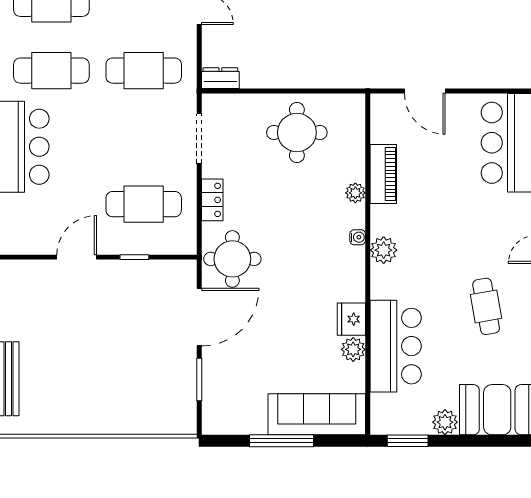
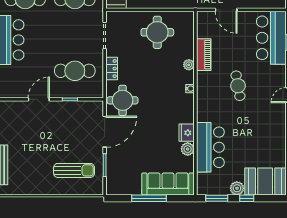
plant: (384, 250) -> (204, 96), removed
cafe table: (486, 306) -> (238, 86), moved
sun lounger: (142, 389) -> (74, 170), added
window: (463, 441) -> (247, 198), added

